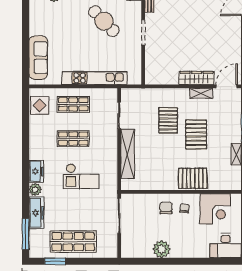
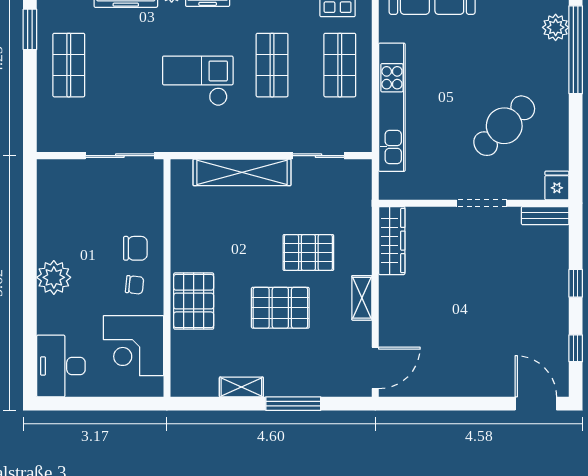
wardrobe: (197, 78) -> (392, 241), moved
door: (227, 86) -> (375, 368), hinge flipped
shelving: (201, 93) -> (362, 298), moved
checkout: (81, 176) -> (198, 81), turned 90
shop shelf: (73, 242) -> (69, 65), width x0.70, depth x0.74
plant: (162, 249) -> (54, 277), moved

